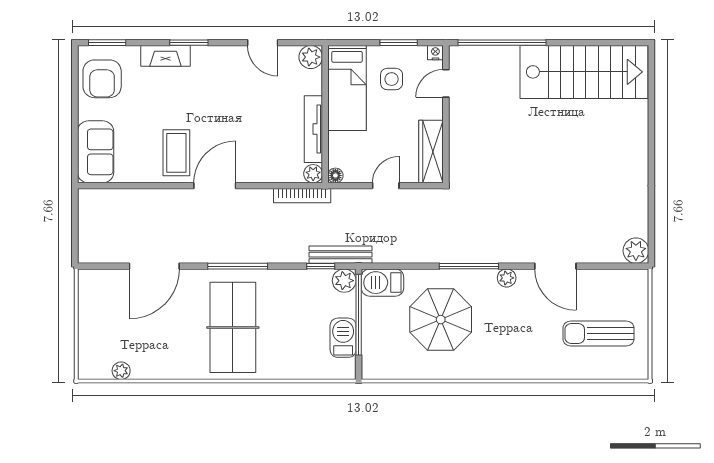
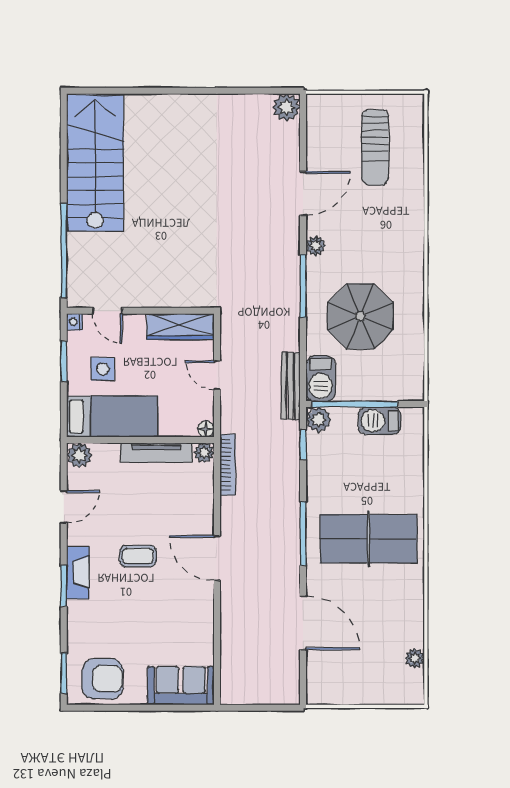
fireplace: (165, 56) -> (78, 572), moved
coffee table: (176, 153) -> (138, 556), moved, width x0.73, depth x0.77
bench: (340, 255) -> (291, 386), moved

